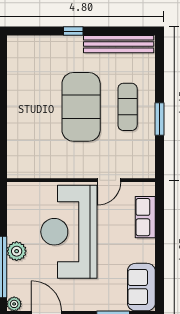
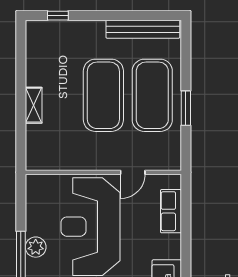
window: (73, 31) -> (58, 16), moved
exercise mat: (128, 107) -> (152, 95), width x2.00, depth x1.45
shelving: (15, 116) -> (34, 105), added

